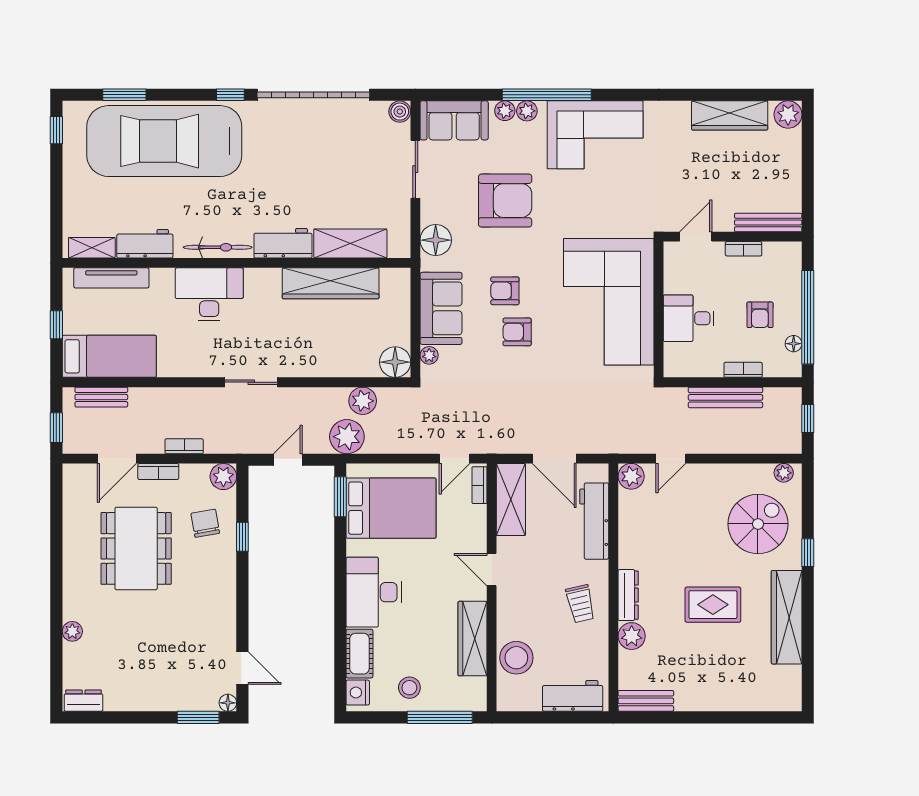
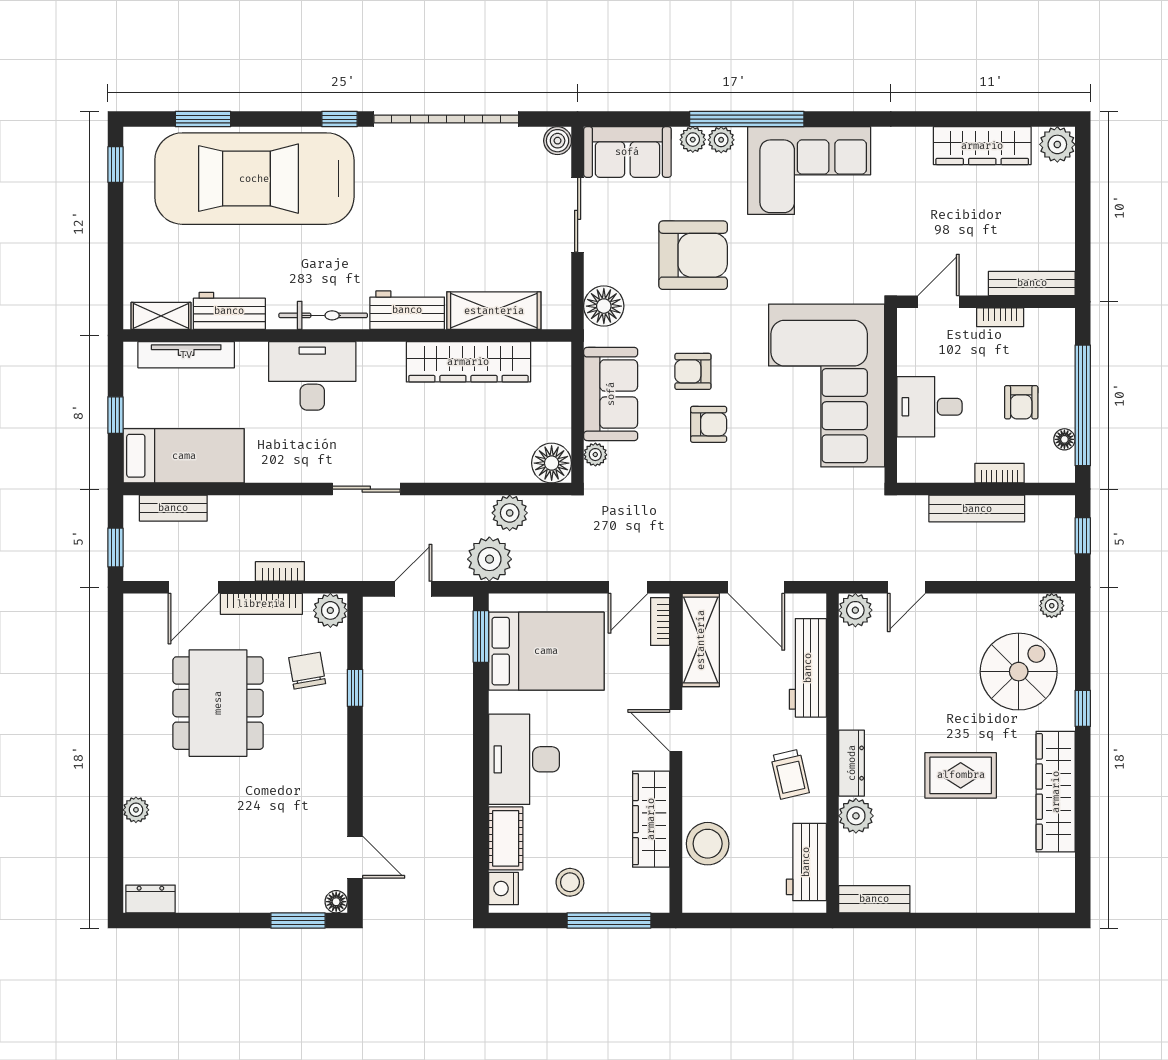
armchair: (517, 332) -> (709, 424), turned 180
bookcase: (158, 471) -> (261, 604), width x1.56
workbench: (573, 696) -> (806, 862), moved, turned -90

